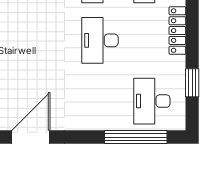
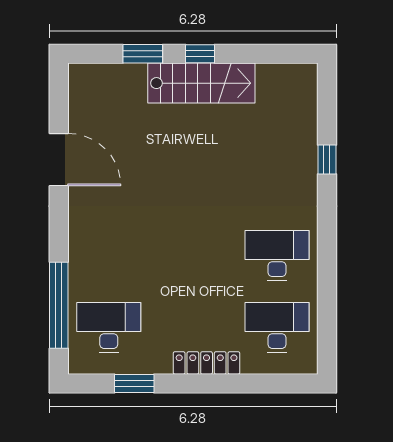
desk: (100, 40) -> (193, 256), removed

